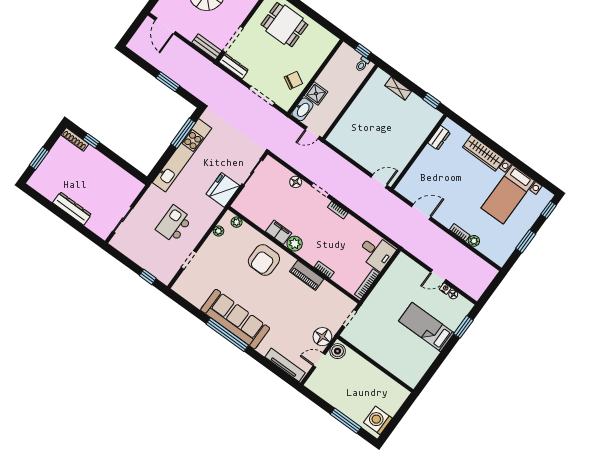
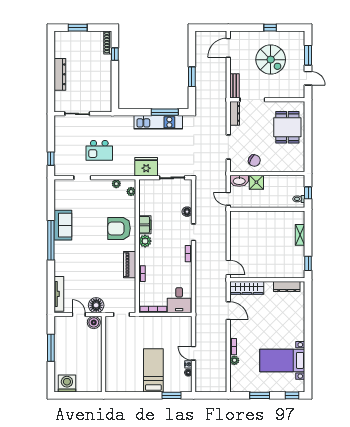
dresser: (439, 138) -> (287, 287), width x1.44
wardrobe: (483, 153) -> (247, 288), moved, turned -90
kitchen unit: (182, 155) -> (158, 122), width x0.73
kitchen island: (174, 224) -> (99, 150), turned 180
sofa: (235, 319) -> (63, 225), width x0.54, depth x0.79
window: (346, 421) -> (51, 348), moved

